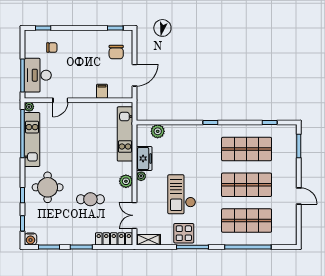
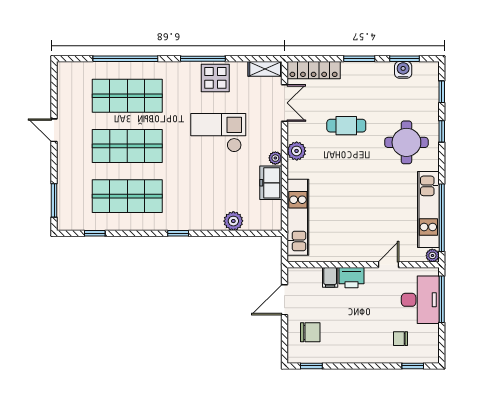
chair: (116, 52) -> (310, 332), turned 90
printer: (87, 91) -> (352, 278), added
plant: (158, 131) -> (233, 221), moved
checkout: (182, 194) -> (218, 133), turned -90
water cooler: (30, 239) -> (403, 70), moved

